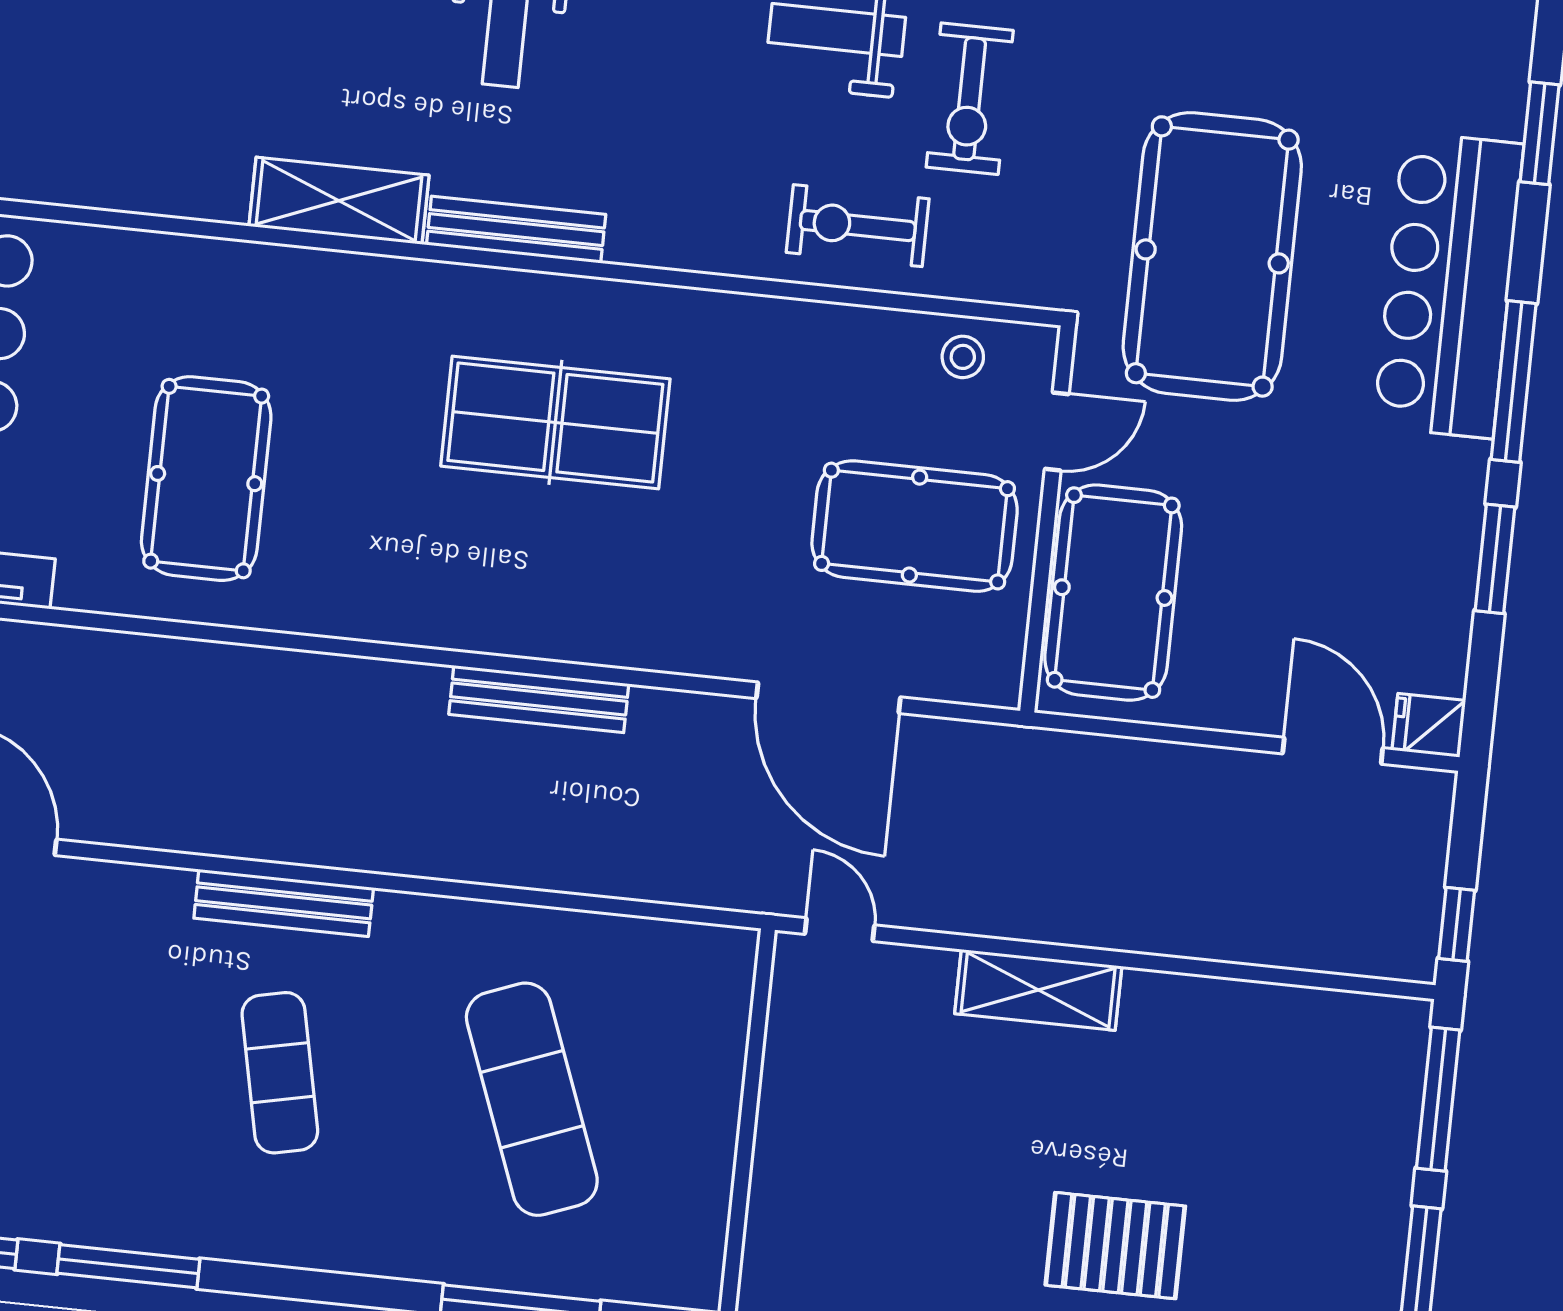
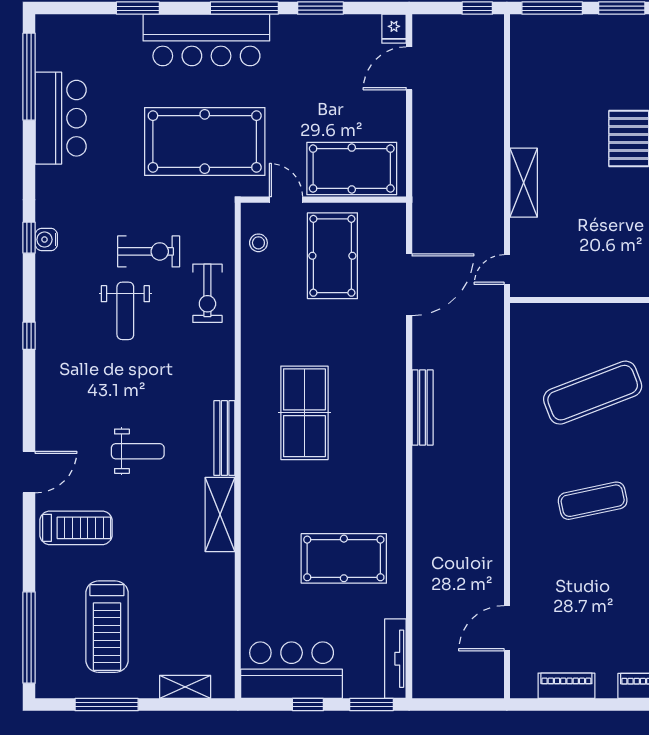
bench: (284, 903) -> (520, 507), removed

